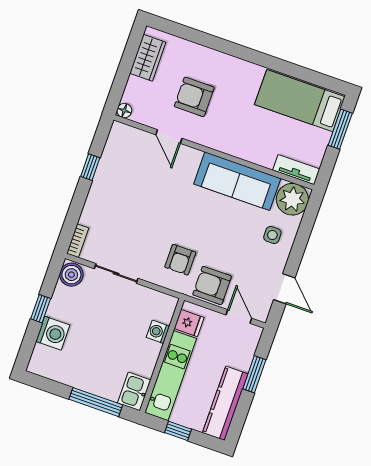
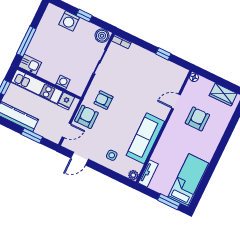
plant: (292, 199) -> (133, 175), width x0.53, depth x0.53

